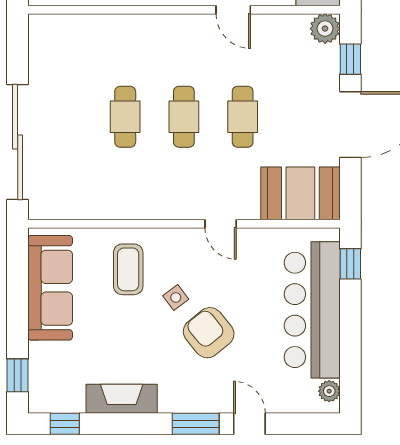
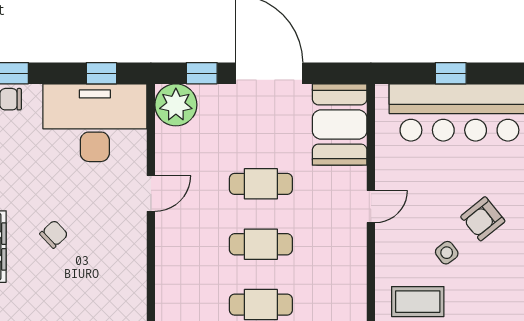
plant: (325, 29) -> (176, 105), width x1.36, depth x1.36
window: (350, 264) -> (451, 73), moved
armchair: (209, 333) -> (483, 219), width x0.72, depth x0.72

